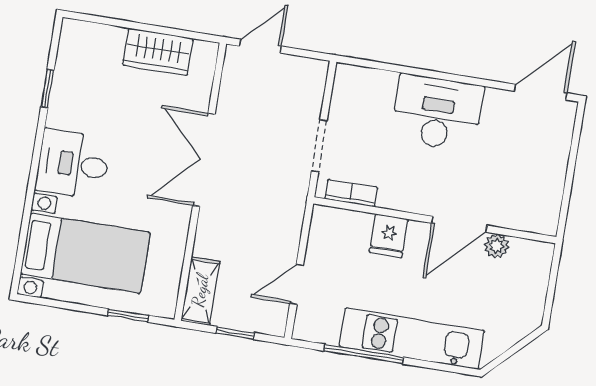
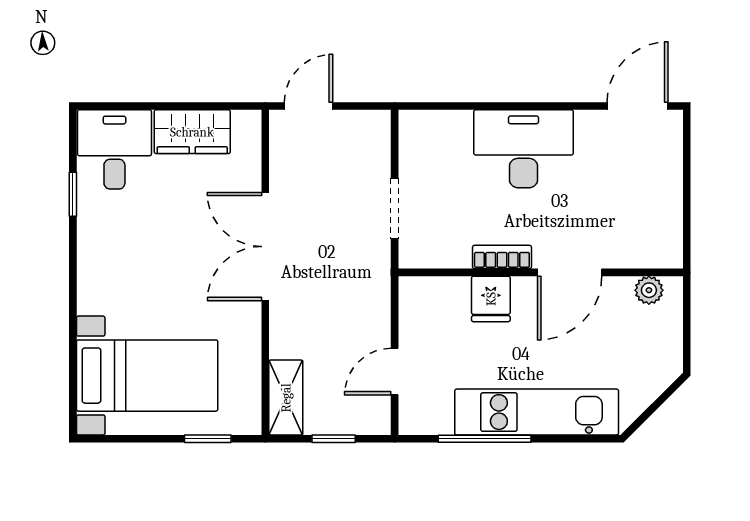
desk: (73, 164) -> (114, 149), moved, turned 90
bookcase: (351, 193) -> (502, 257), moved
plant: (496, 246) -> (649, 290), moved

